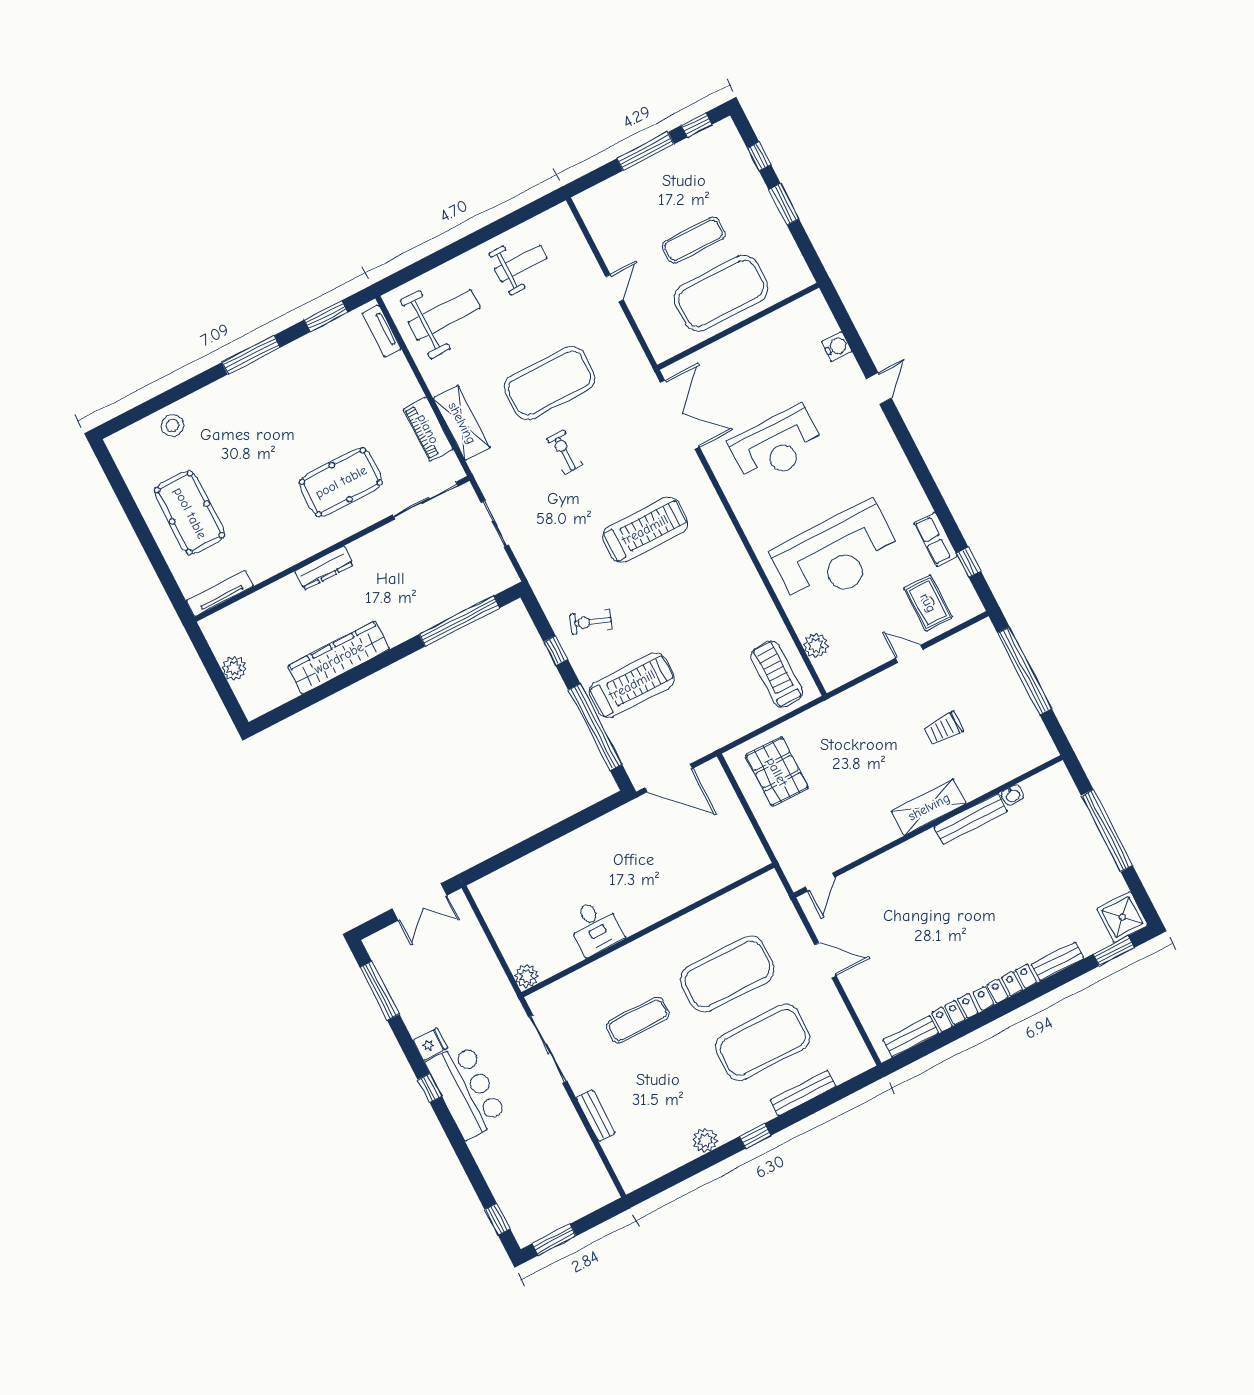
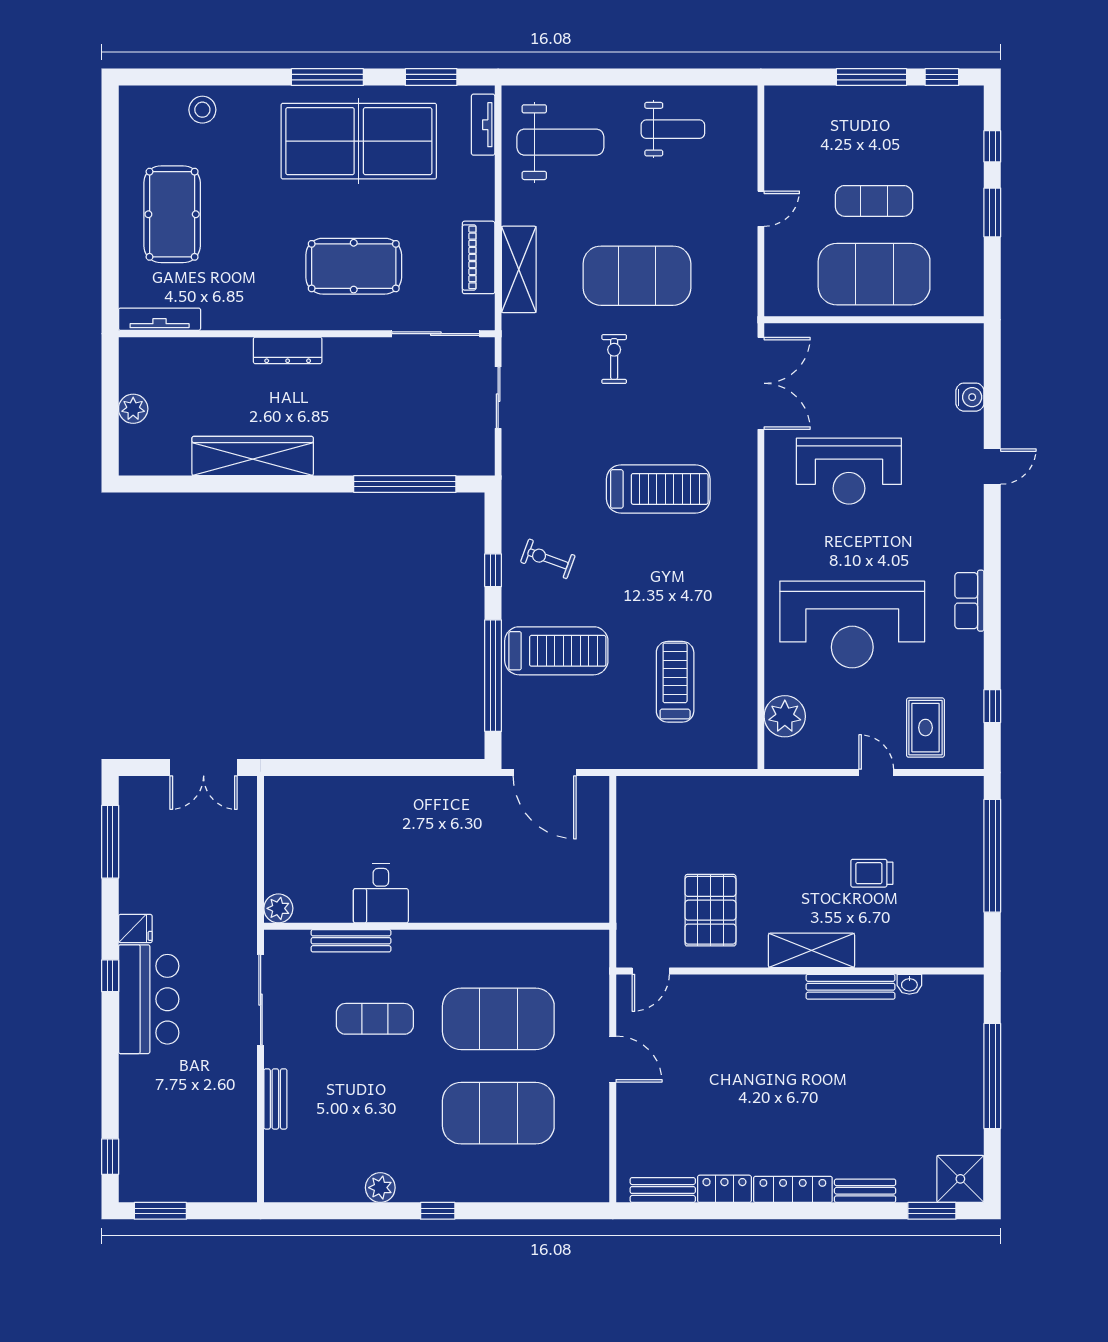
table tennis table: (298, 390) -> (359, 141), added
row of seats: (936, 539) -> (969, 601), moved
plant: (816, 645) -> (785, 716), width x1.36, depth x1.36
treadmill: (777, 674) -> (675, 682), moved
pallet: (777, 772) -> (710, 910), moved
bench: (803, 1093) -> (351, 941), moved

